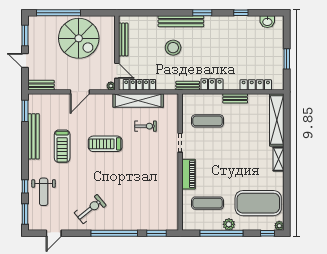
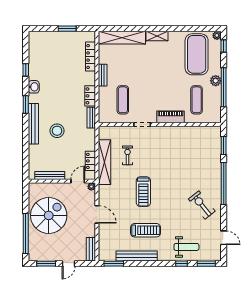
washbasin: (267, 22) -> (34, 87), moved
locker: (139, 85) -> (90, 161), width x0.66

